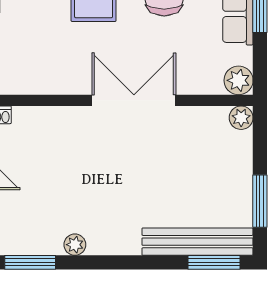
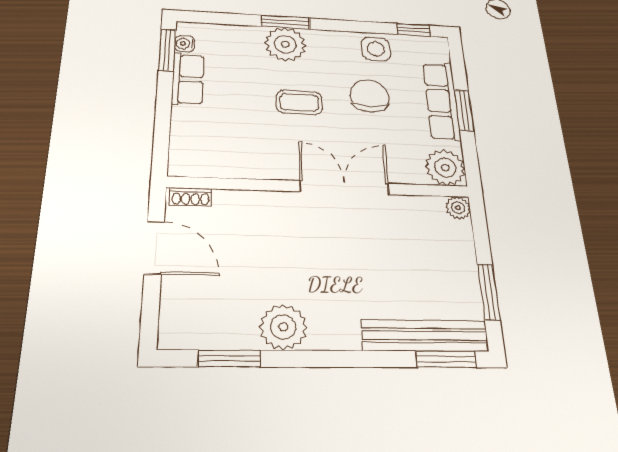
plant: (239, 80) -> (445, 168), width x1.36, depth x1.36
plant: (75, 245) -> (283, 327), width x1.88, depth x1.88

